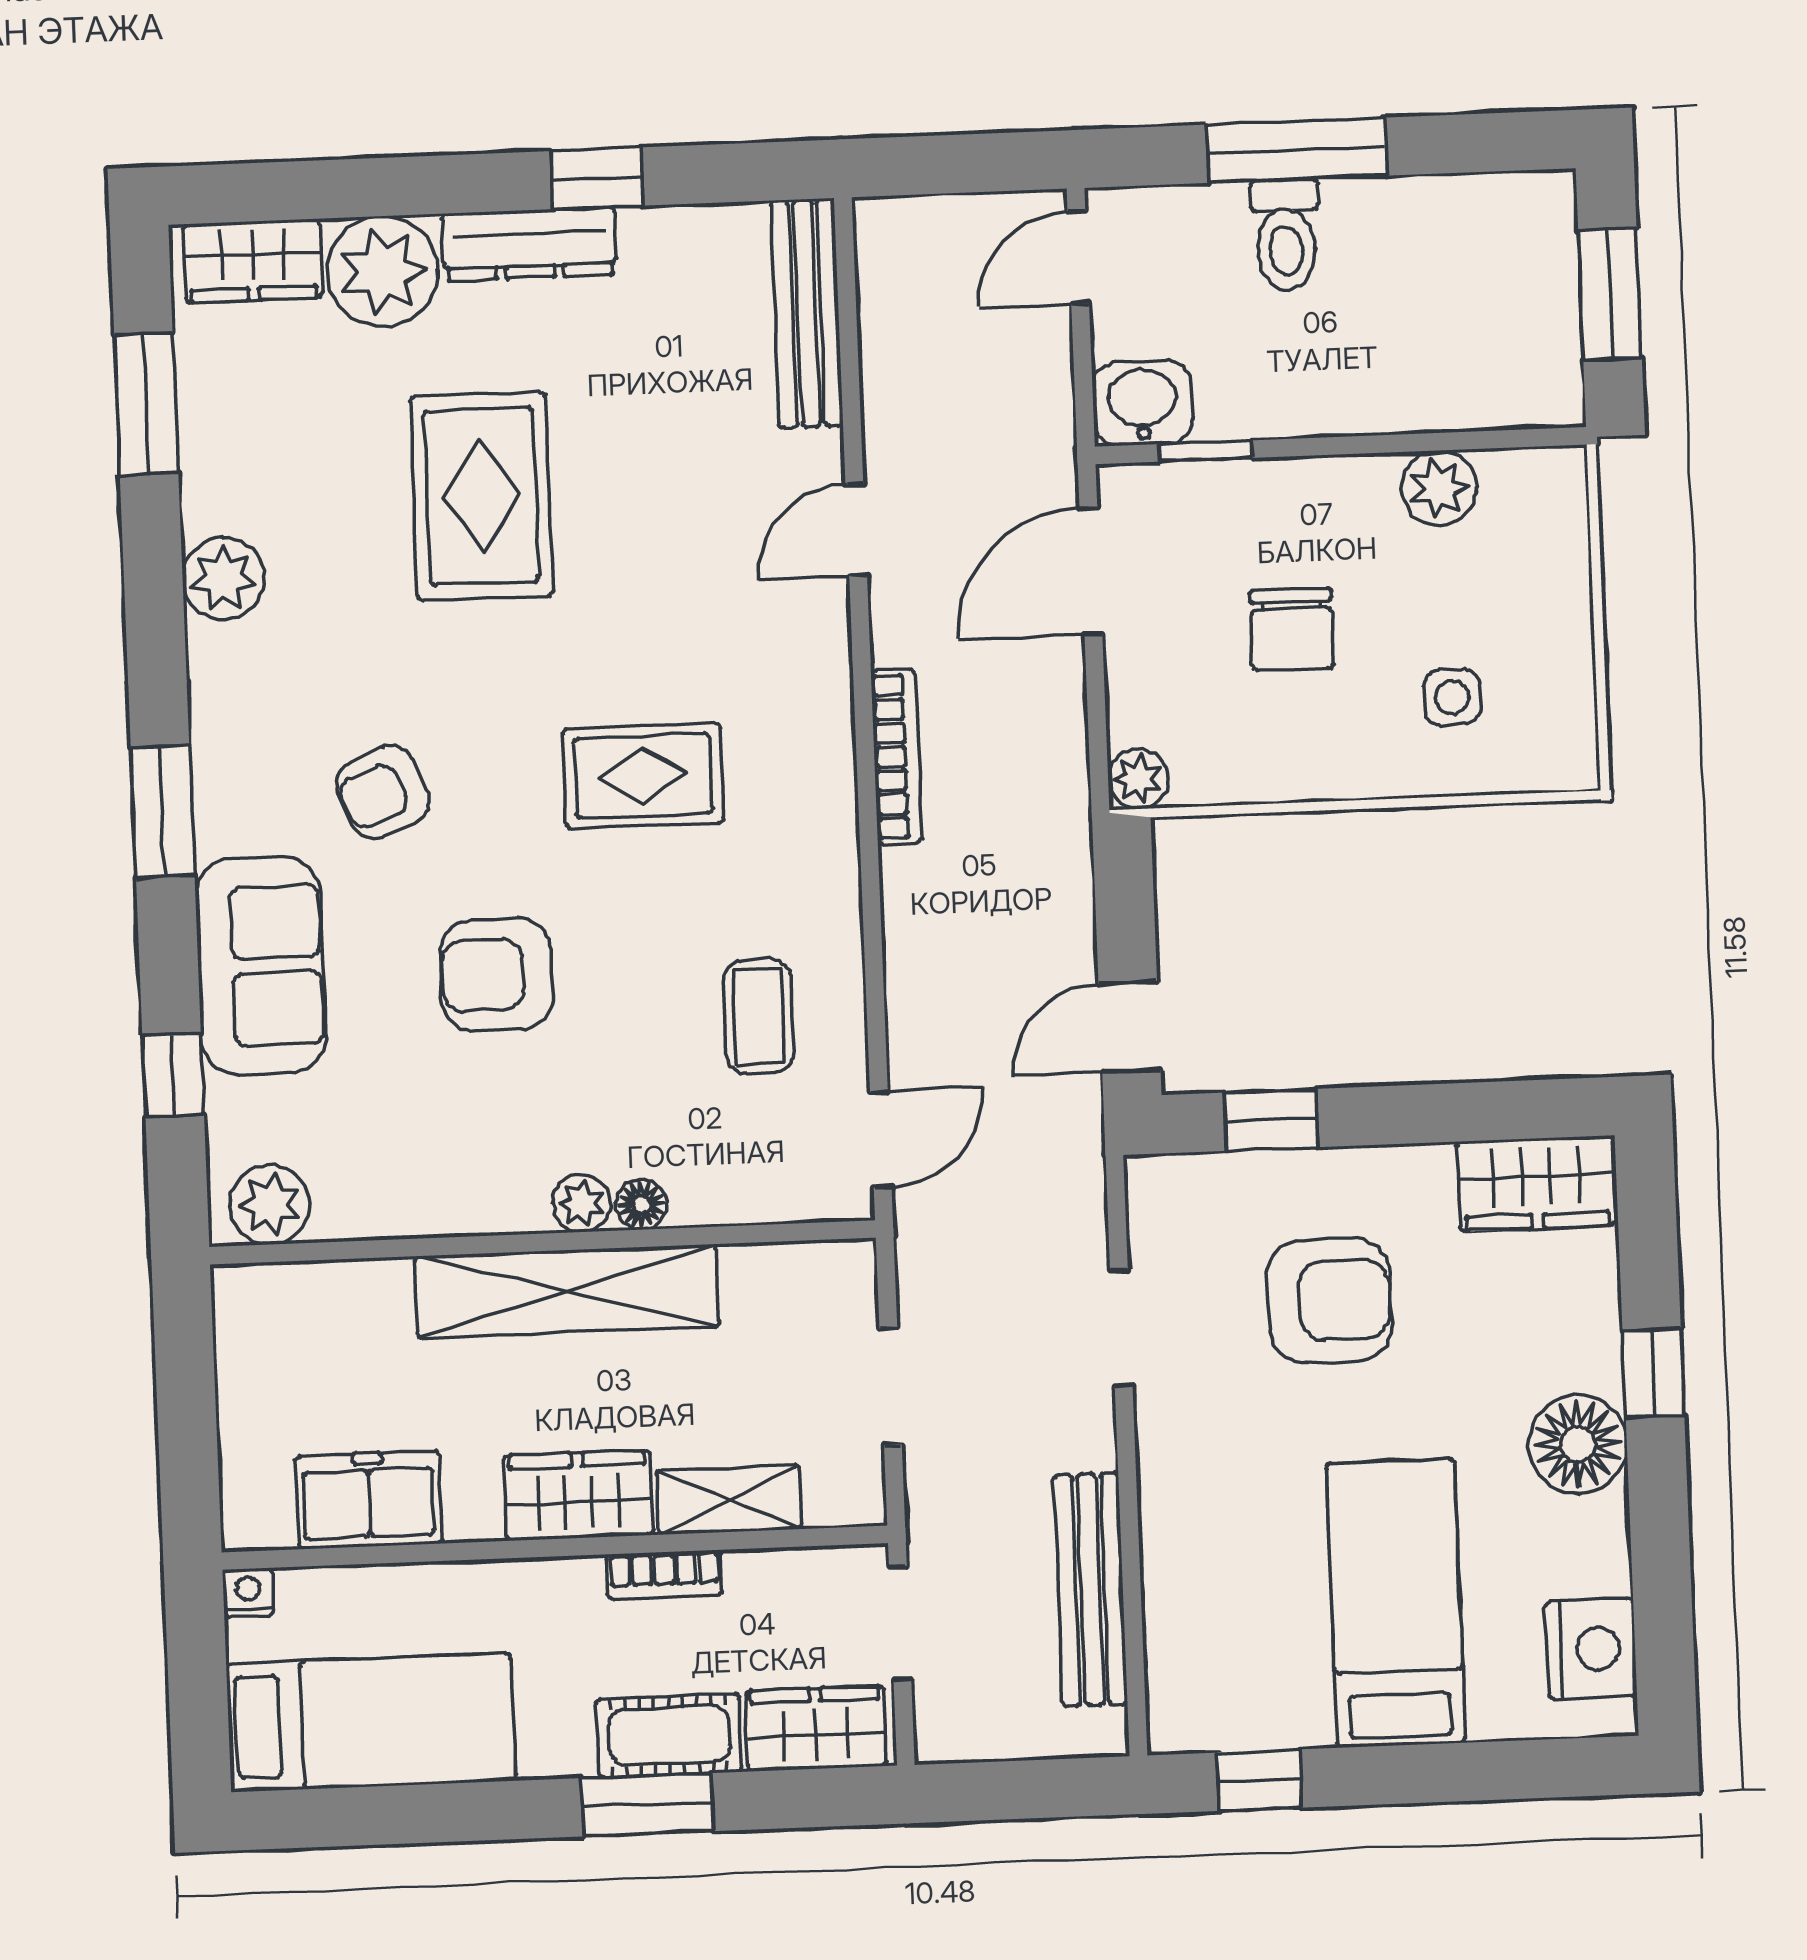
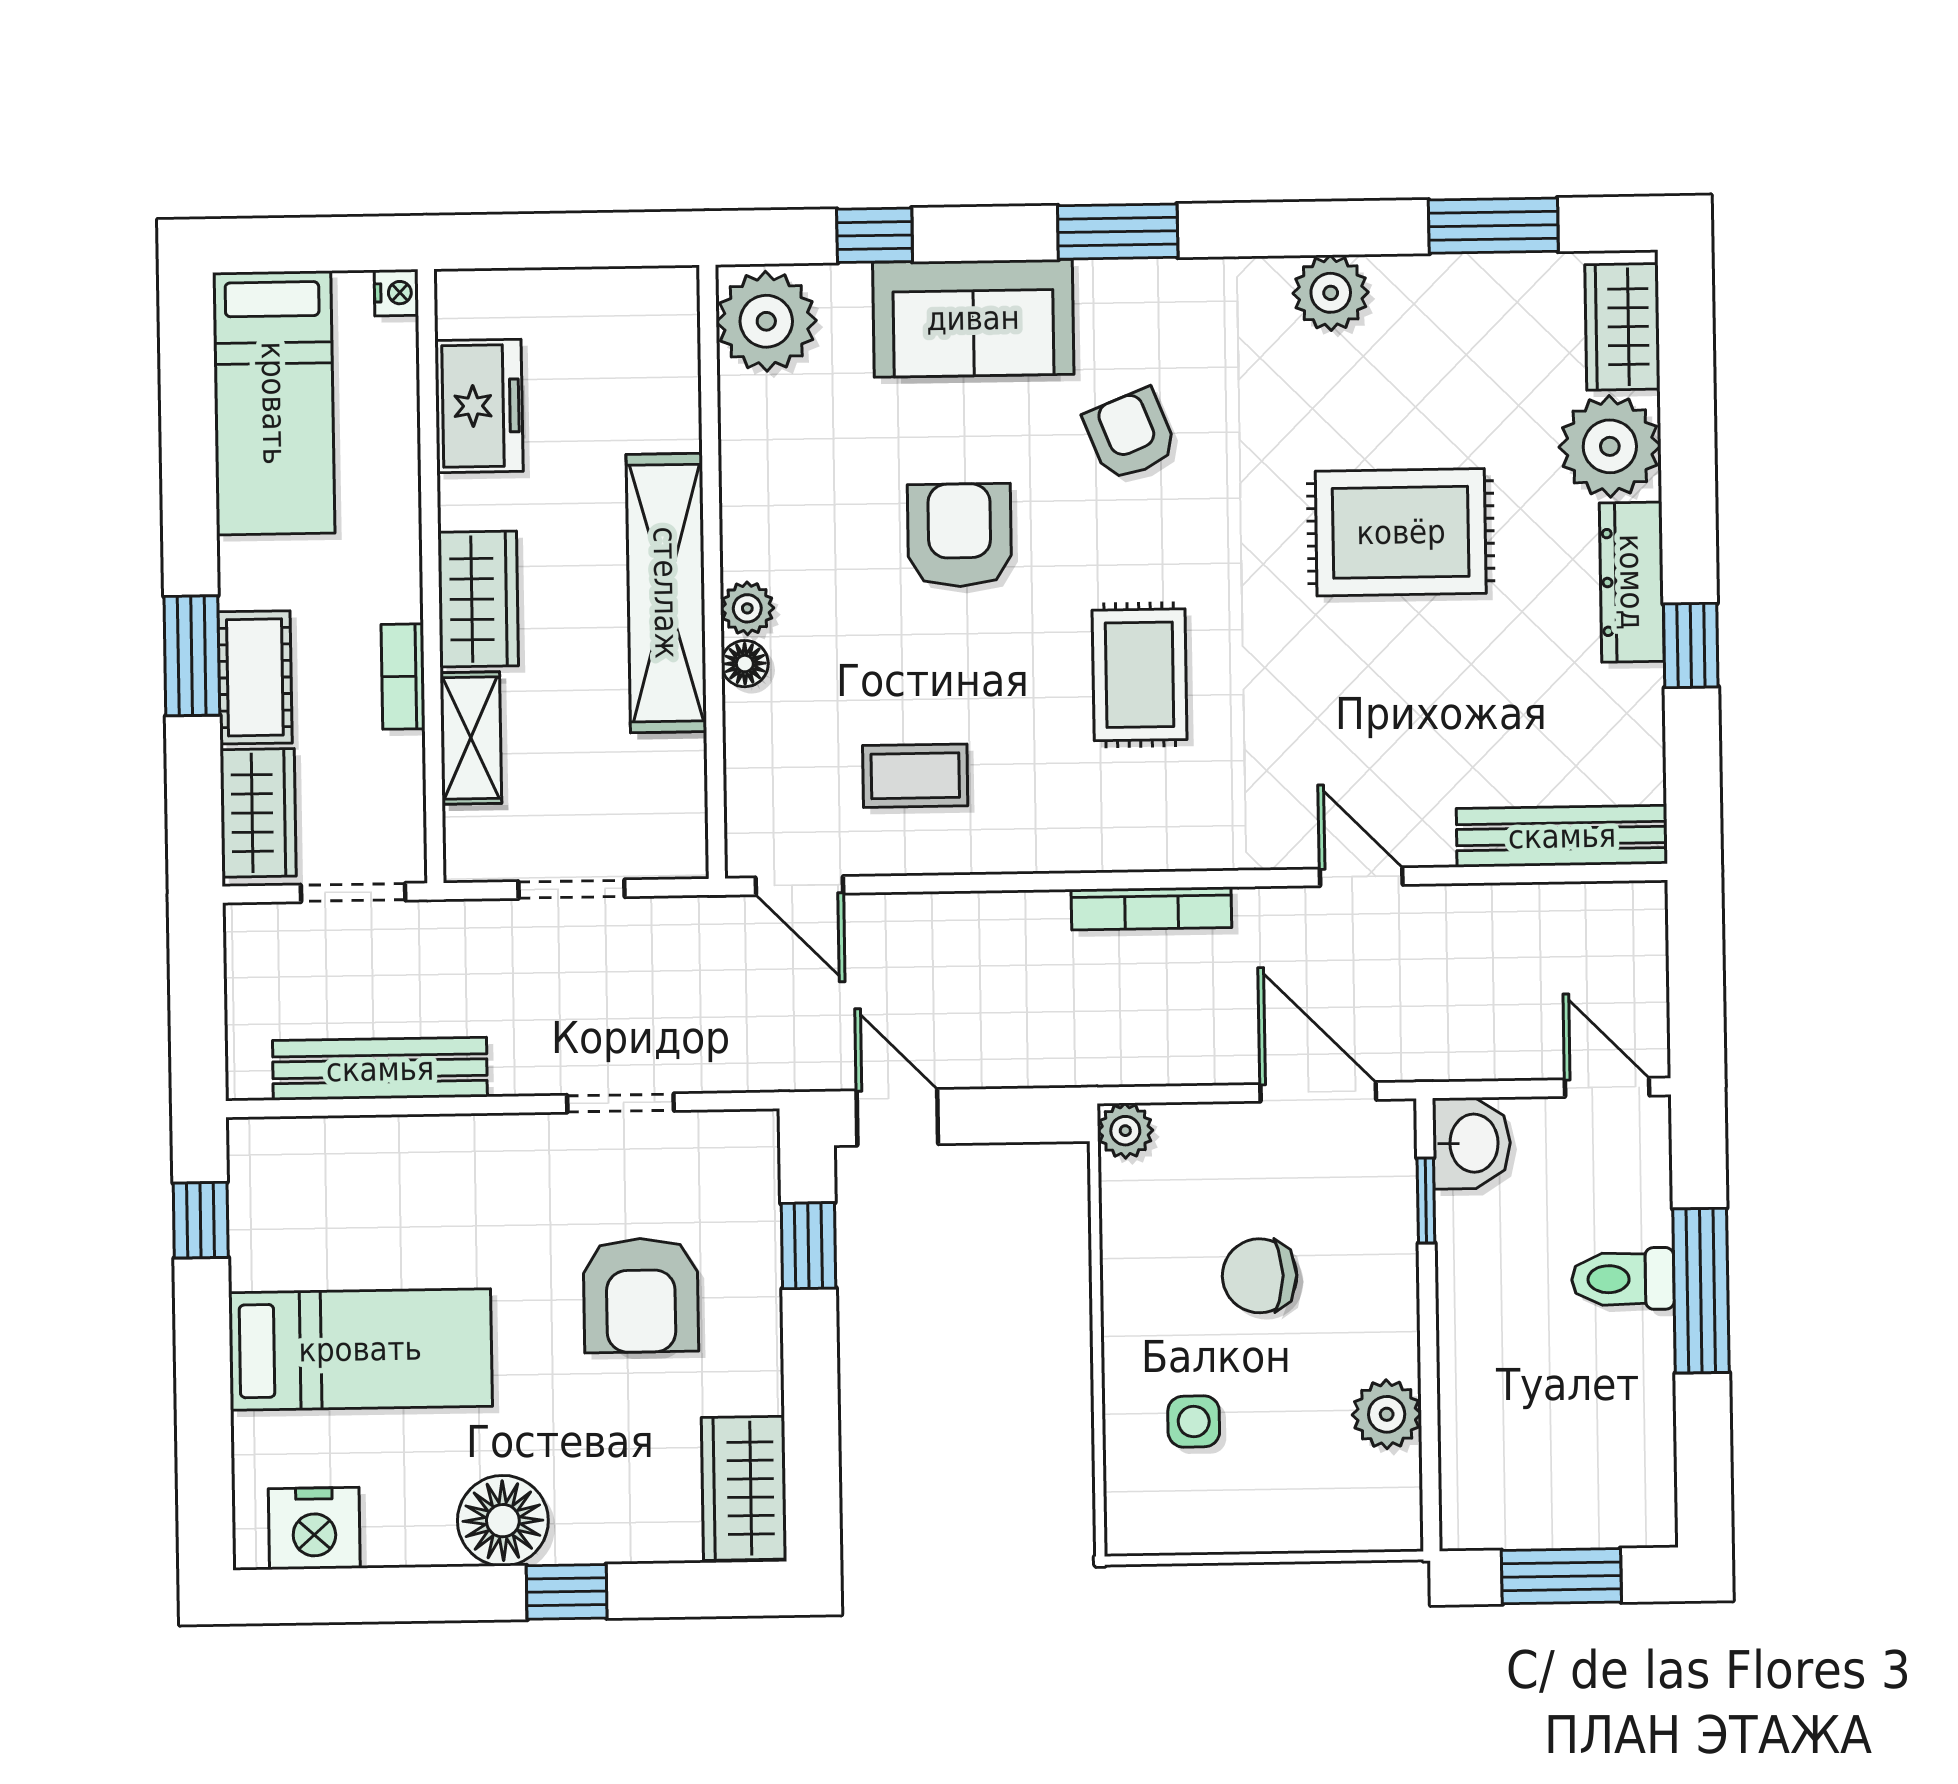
plant: (270, 1205) -> (766, 321), width x1.36, depth x1.36

